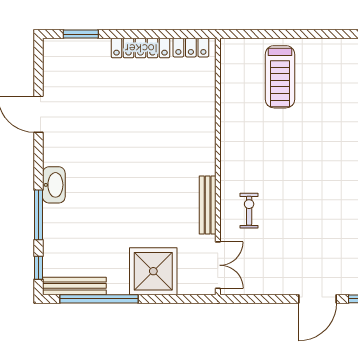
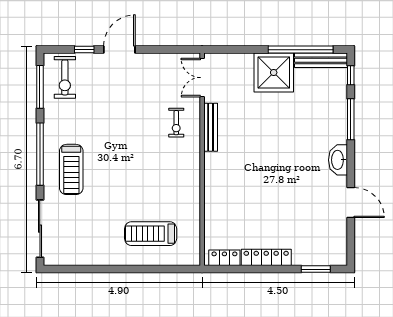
treadmill: (280, 77) -> (151, 234), turned -90
washbasin: (54, 185) -> (338, 160), moved
shower: (153, 271) -> (274, 73), moved

